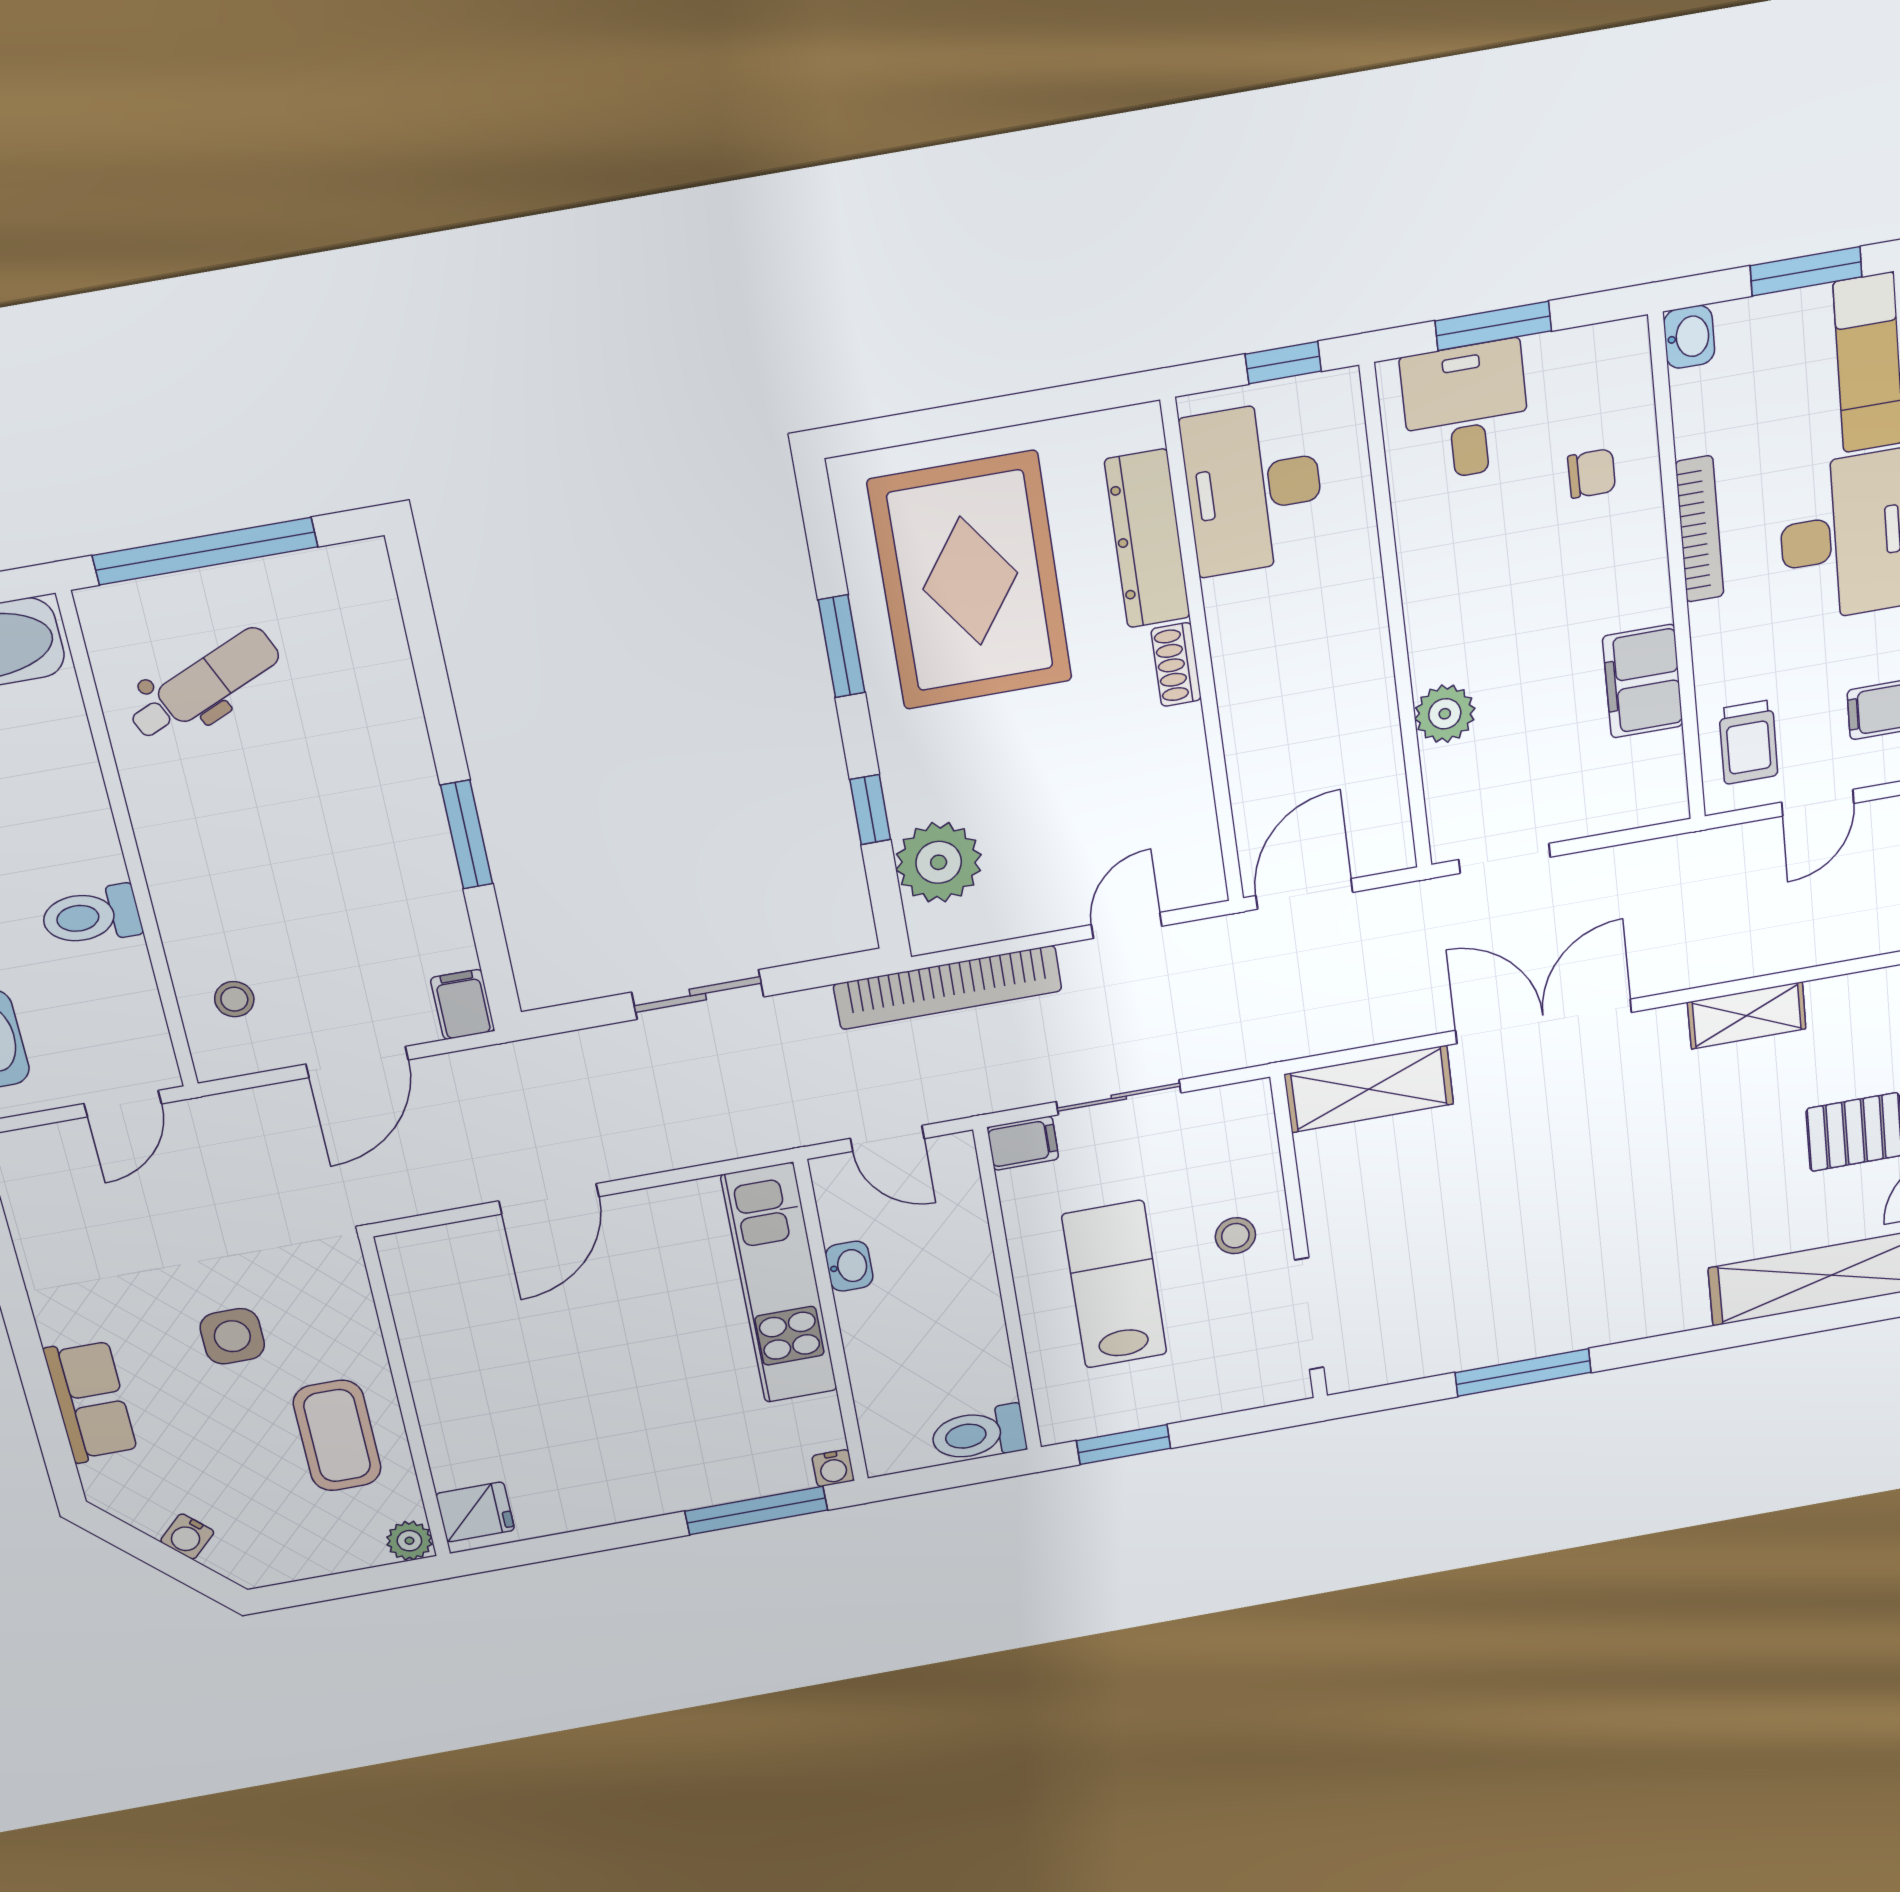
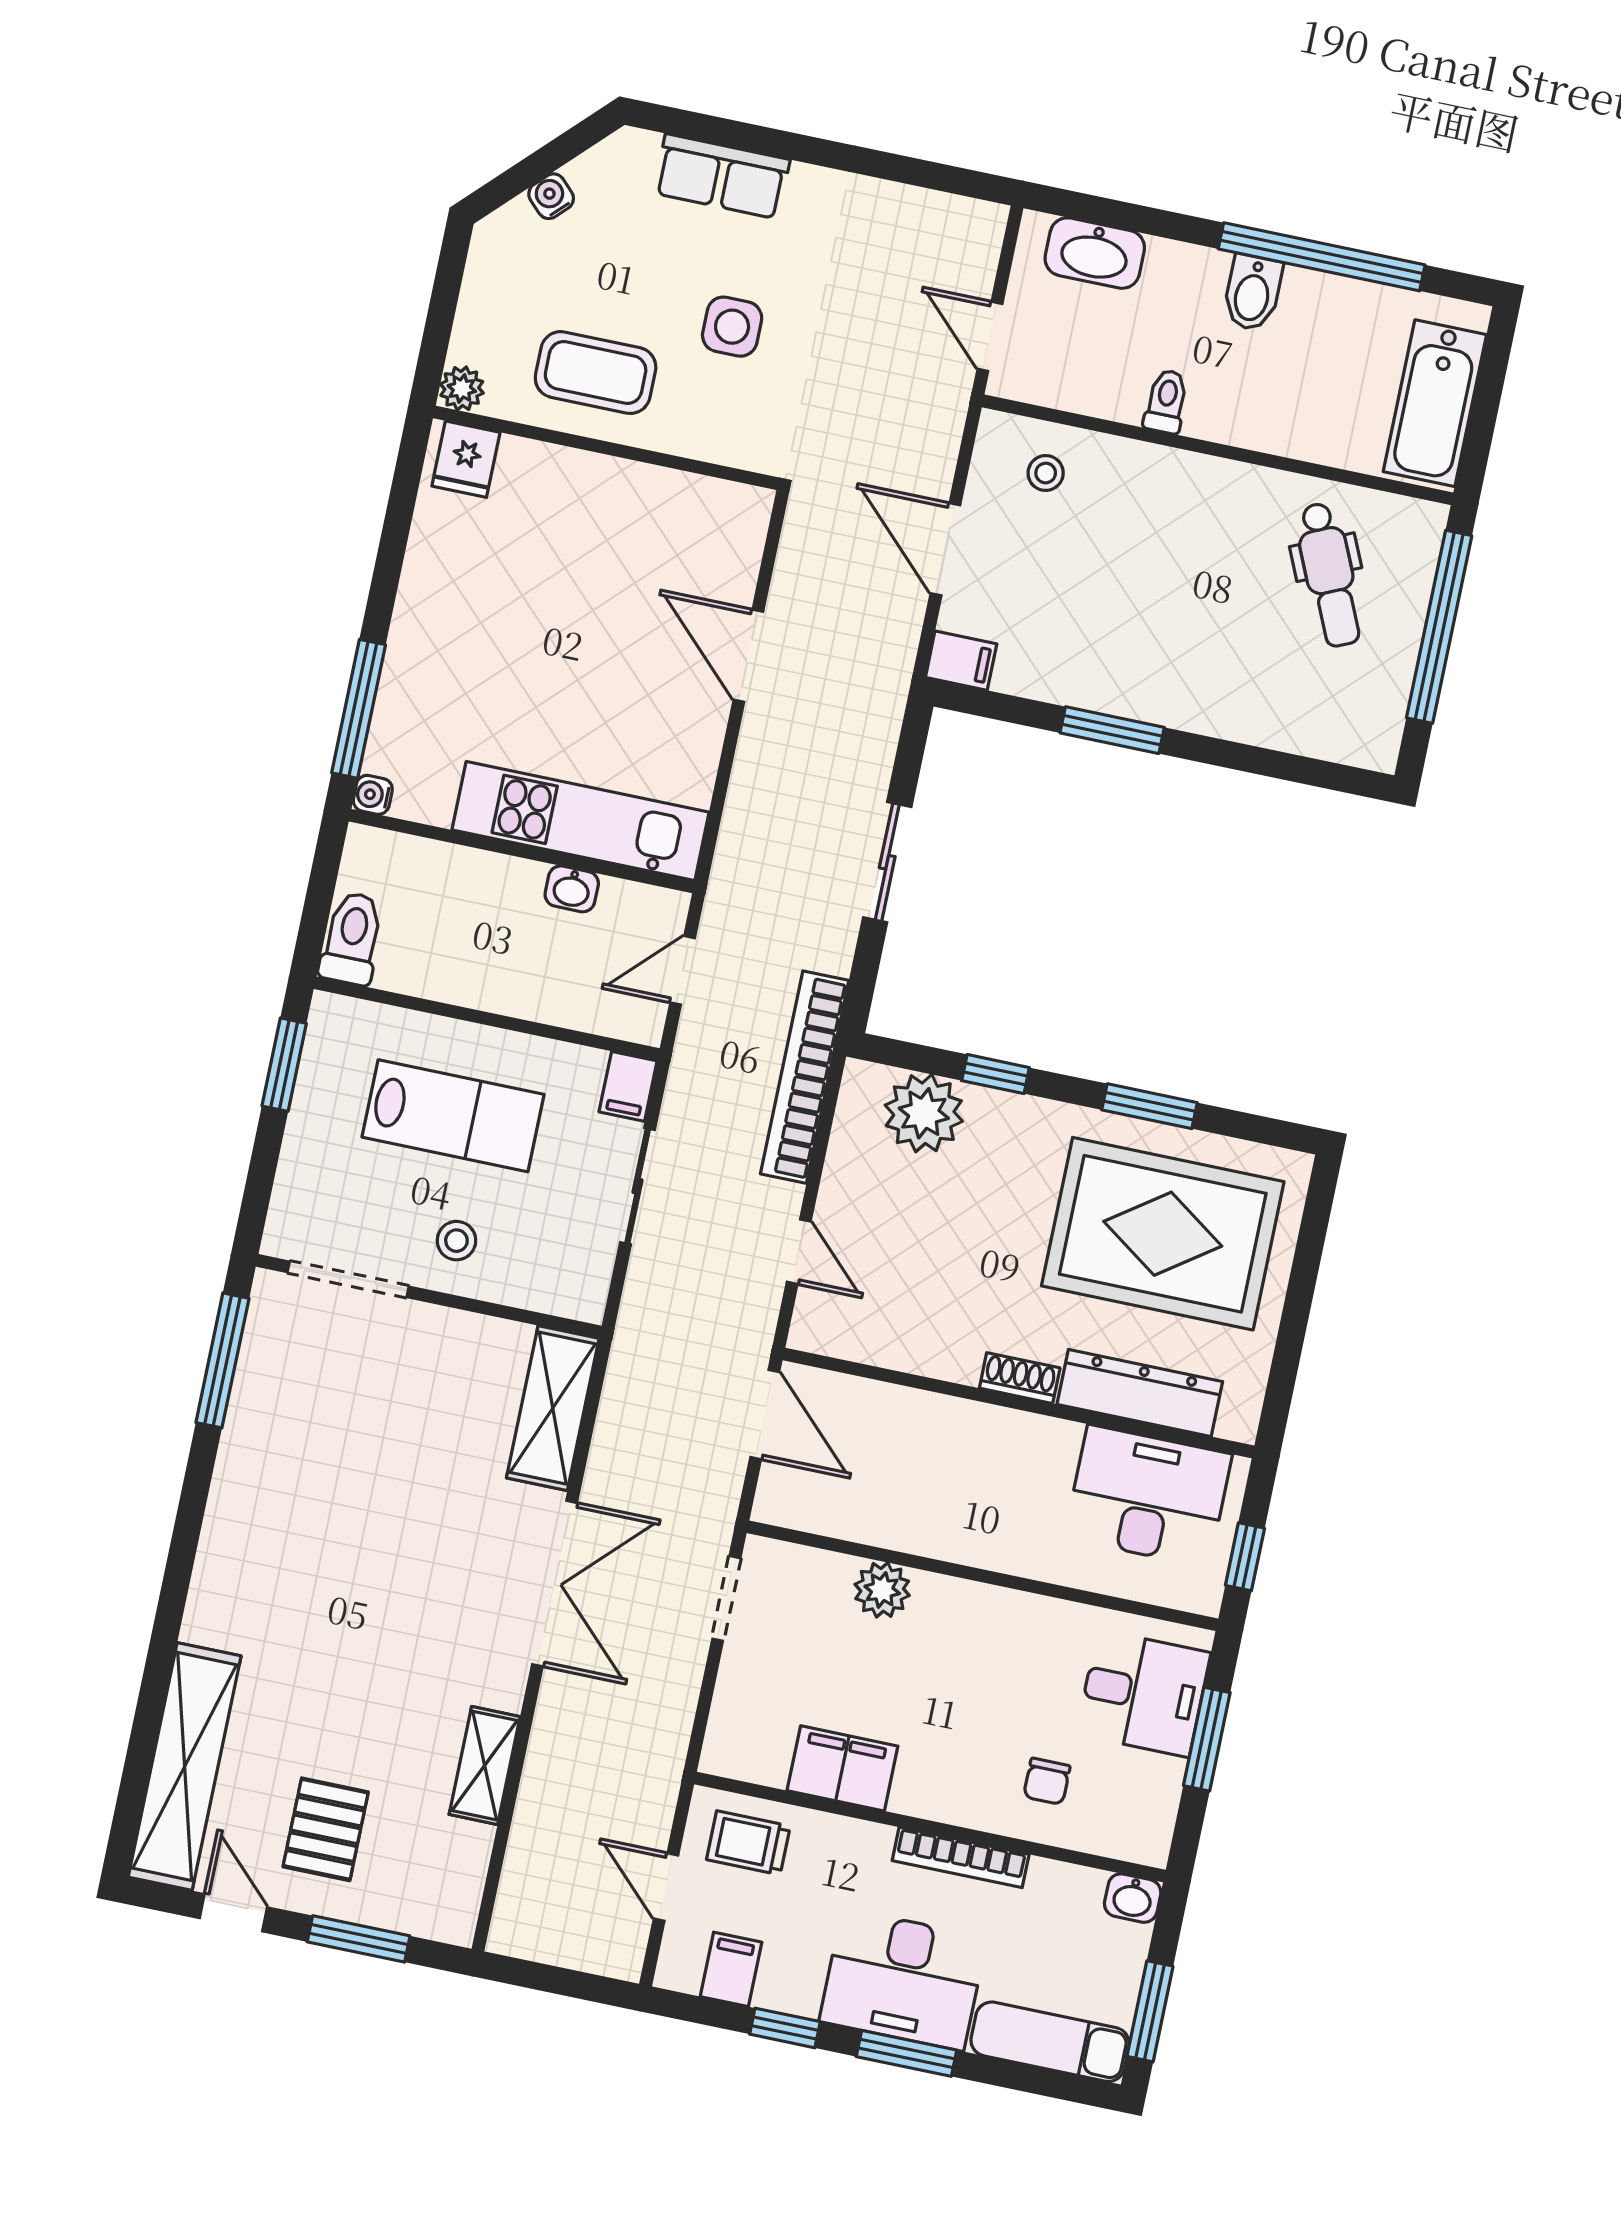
toilet: (91, 916) -> (1166, 401), width x0.73, depth x0.72
window: (1523, 1372) -> (222, 1360), moved

